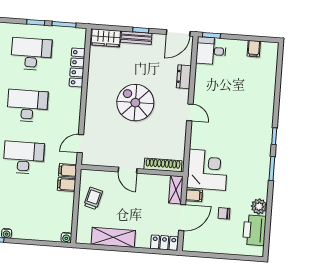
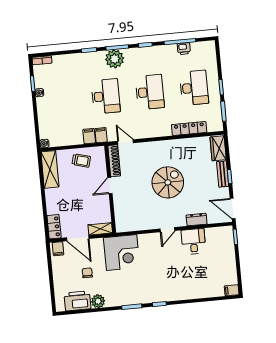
filing cabinet: (254, 49) -> (232, 290), moved
desk: (211, 51) -> (193, 241), moved
shoe rack: (163, 165) -> (114, 161), moved
filing cabinet: (194, 195) -> (58, 249), moved
shelving: (113, 237) -> (50, 169), moved

